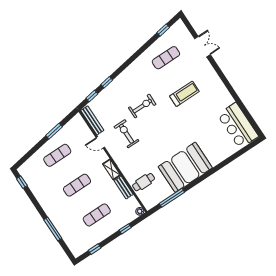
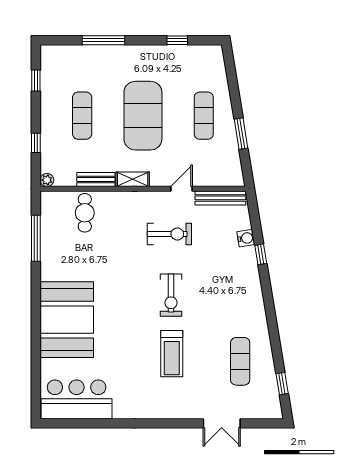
water cooler: (104, 95) -> (246, 238), added
window: (92, 96) -> (255, 220), removed
exercise bike: (142, 106) -> (171, 295), moved
booth: (185, 167) -> (67, 320), moved
window: (22, 182) -> (177, 40), moved
exercise mat: (77, 185) -> (143, 116), width x2.00, depth x1.45

